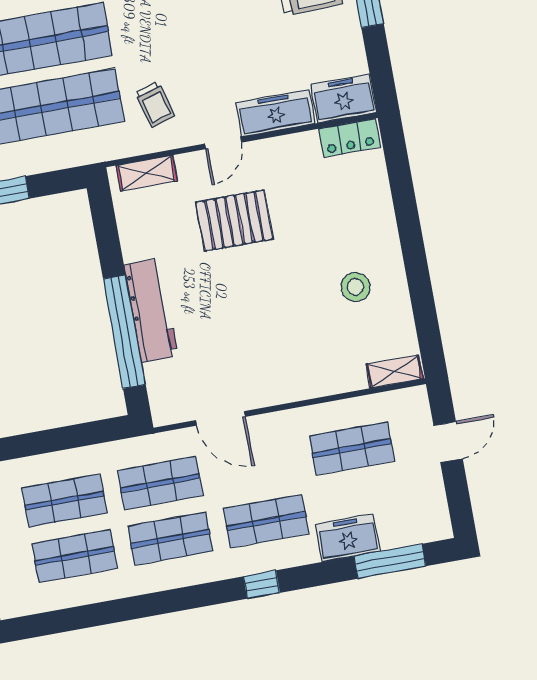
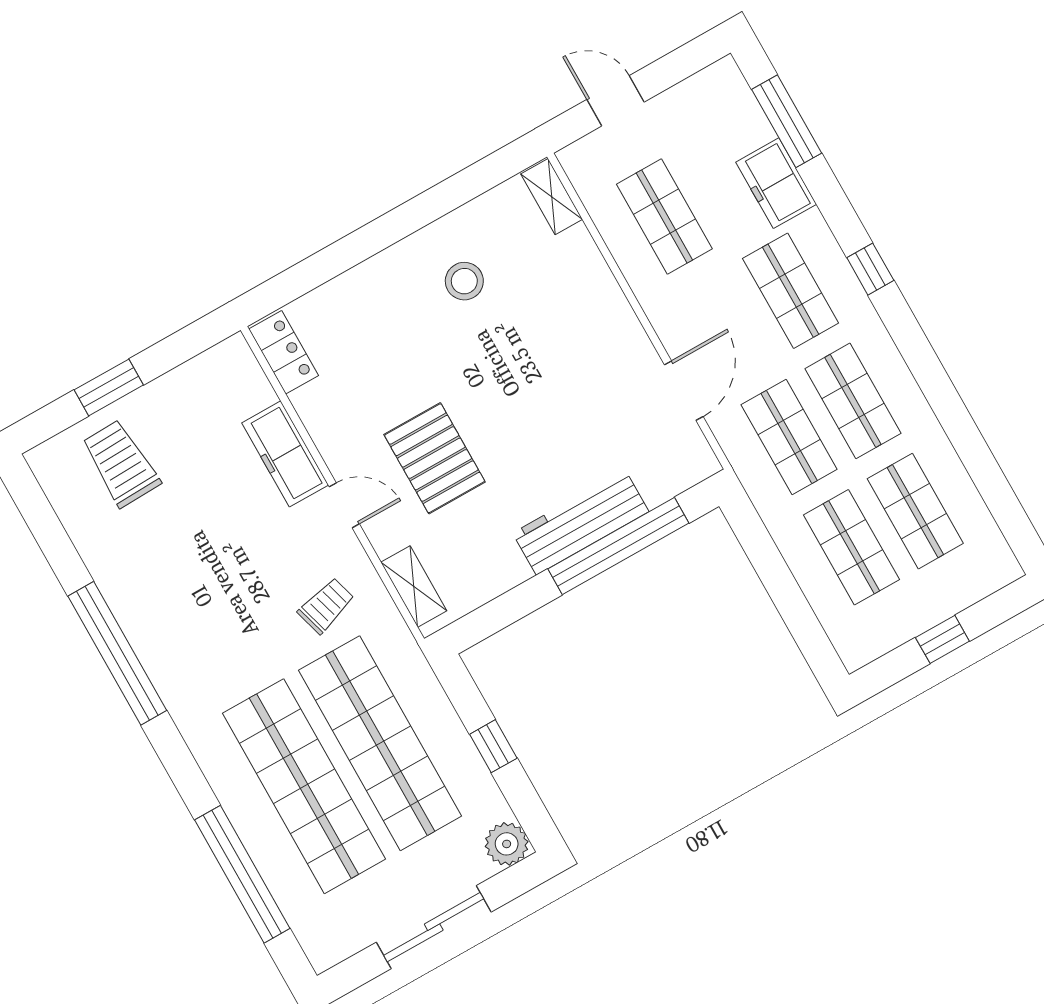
freezer: (343, 98) -> (238, 376), removed

